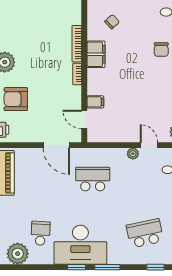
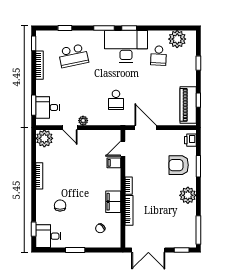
armchair: (16, 99) -> (179, 165), turned 180
door: (84, 119) -> (123, 149), swing flipped
school desk: (93, 179) -> (116, 100), width x0.54

